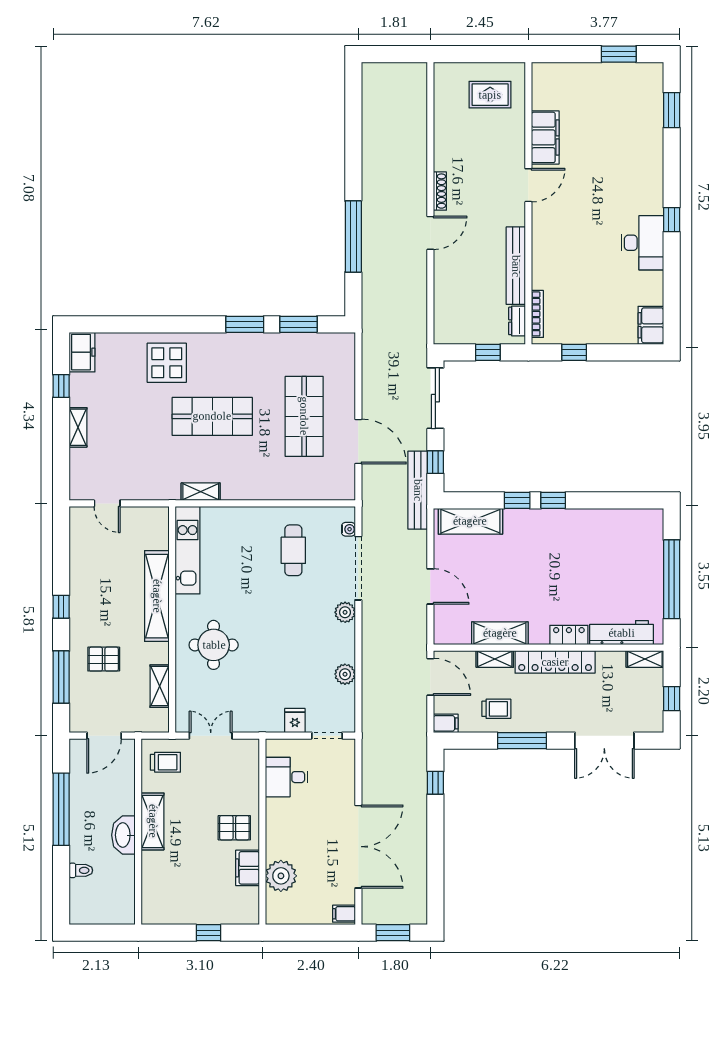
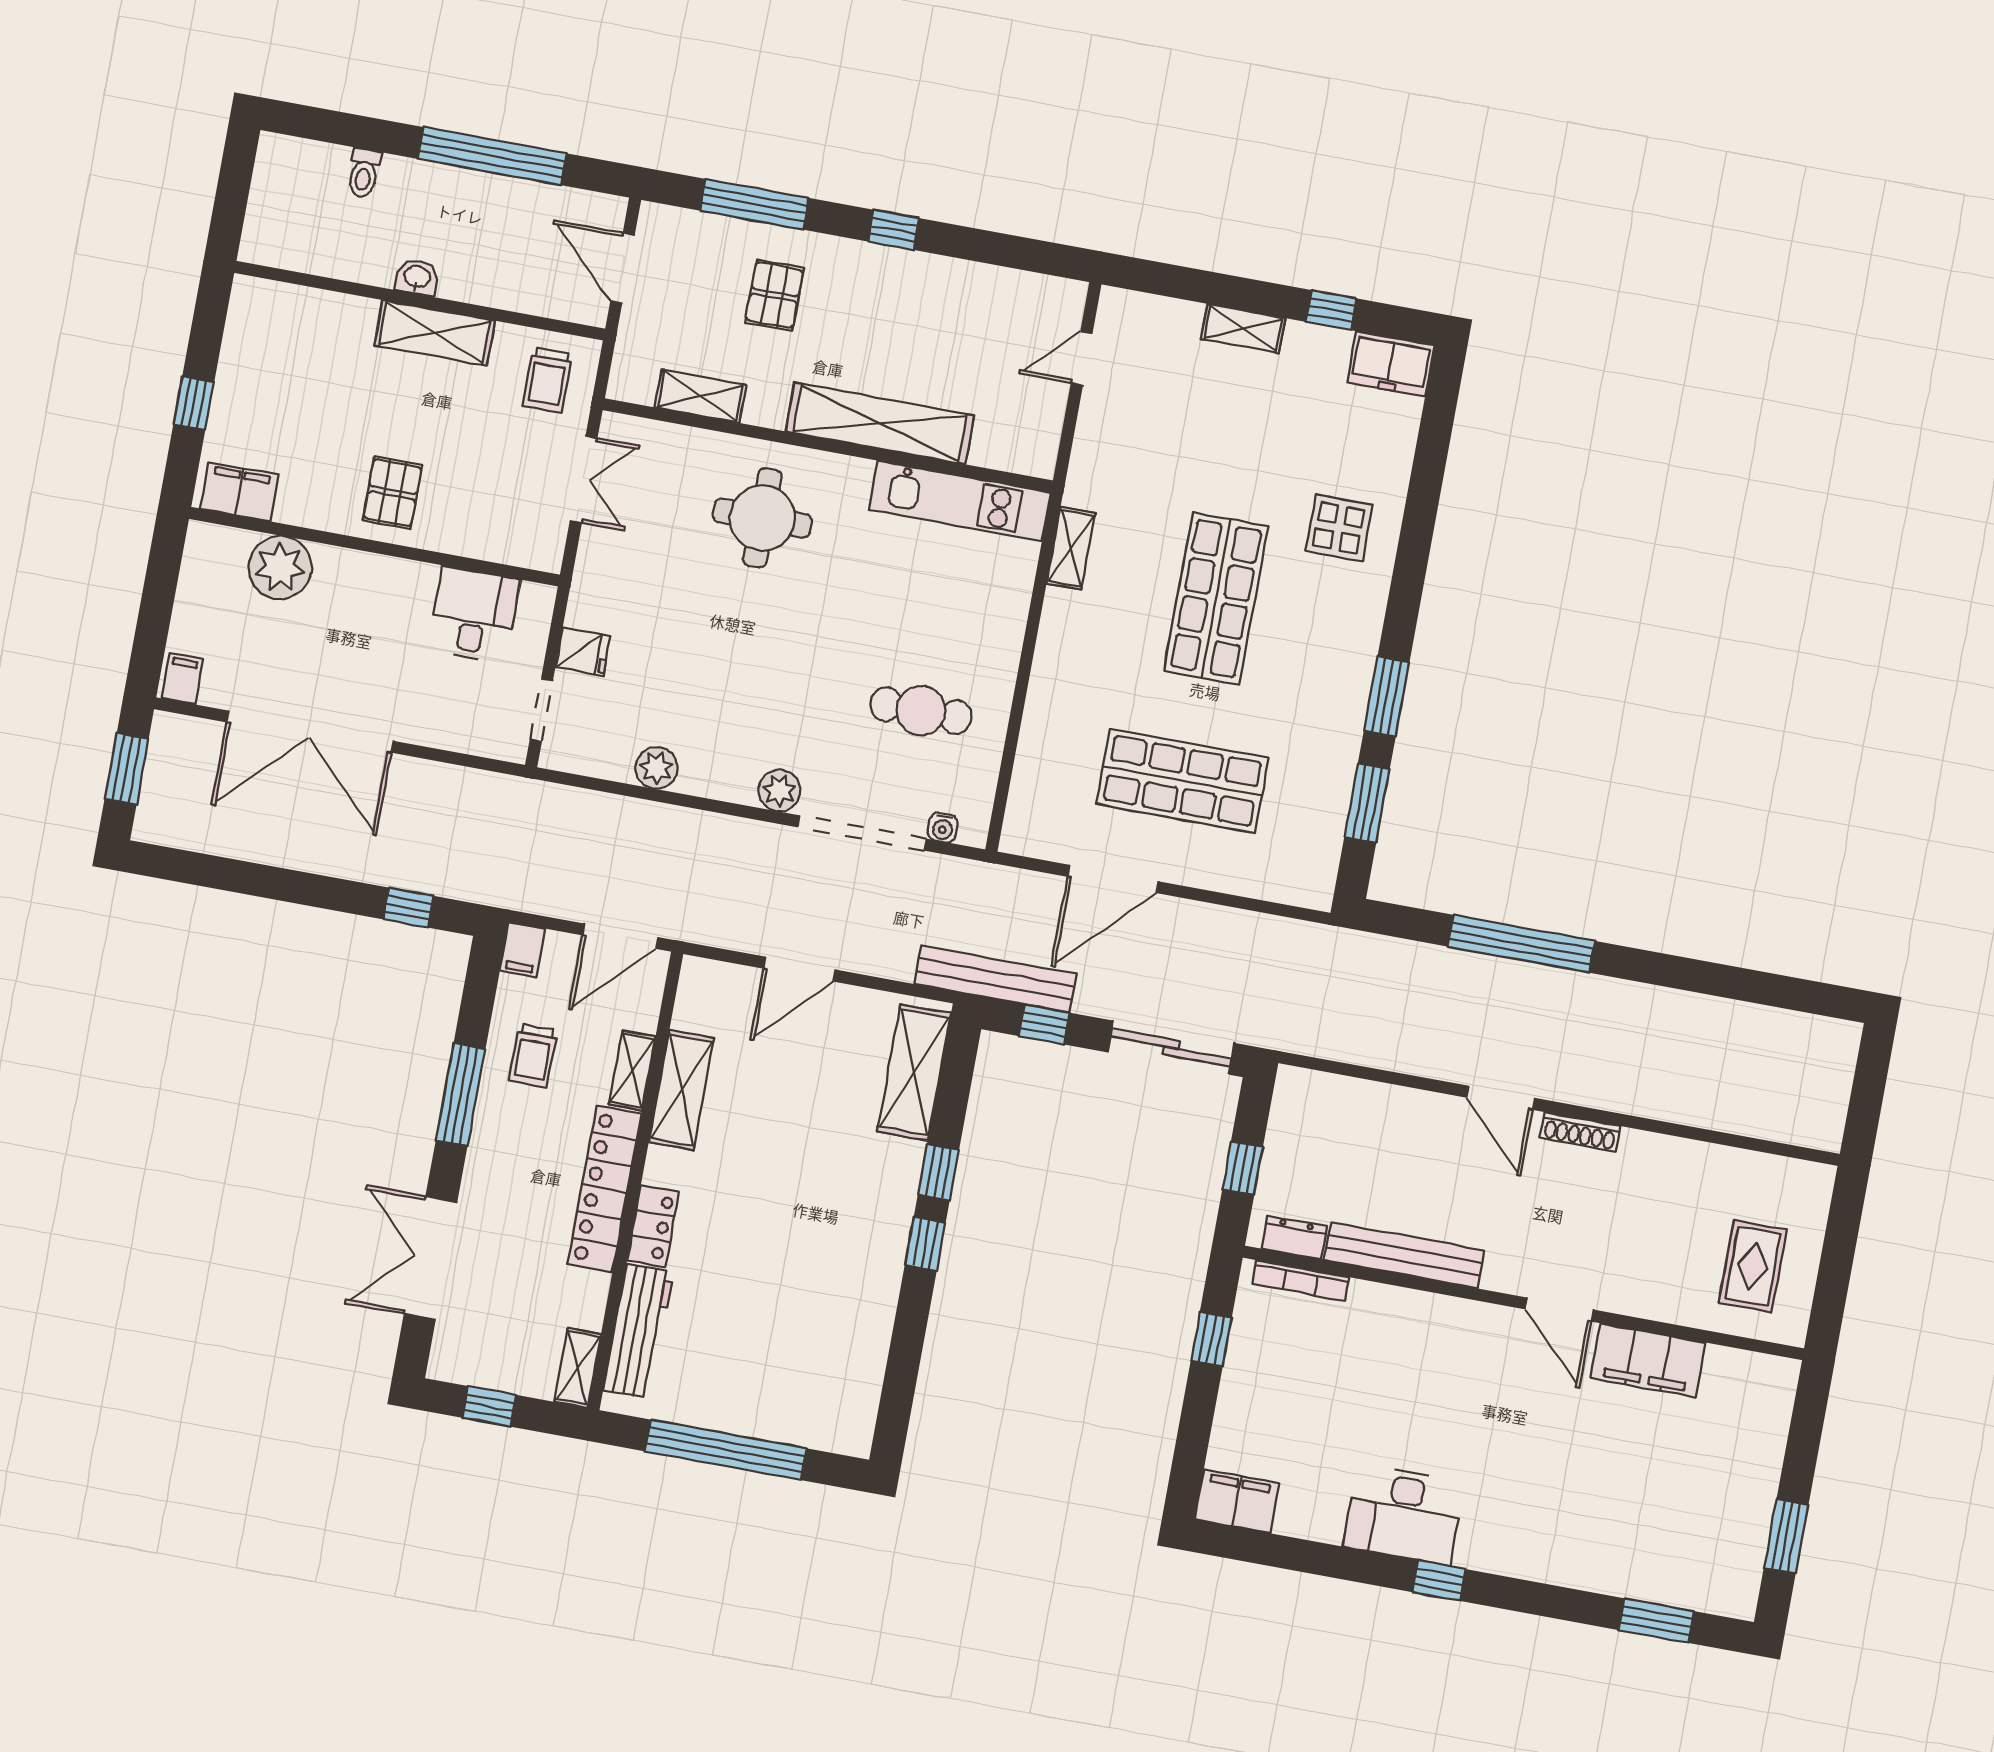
display table: (167, 363) -> (1339, 528), width x0.73, depth x0.73
washbasin: (123, 835) -> (417, 277), width x0.52, depth x0.69
filing cabinet: (248, 868) -> (239, 492), moved

